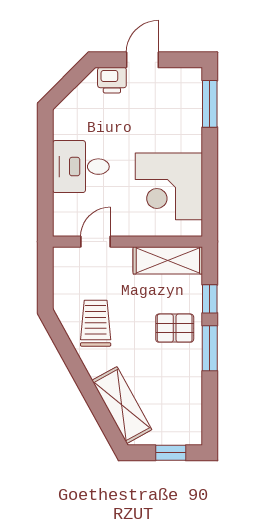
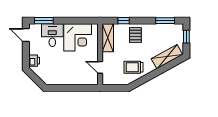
door: (142, 60) -> (26, 35), moved
desk: (81, 167) -> (52, 35), moved, turned 180
window: (210, 348) -> (165, 21), moved

